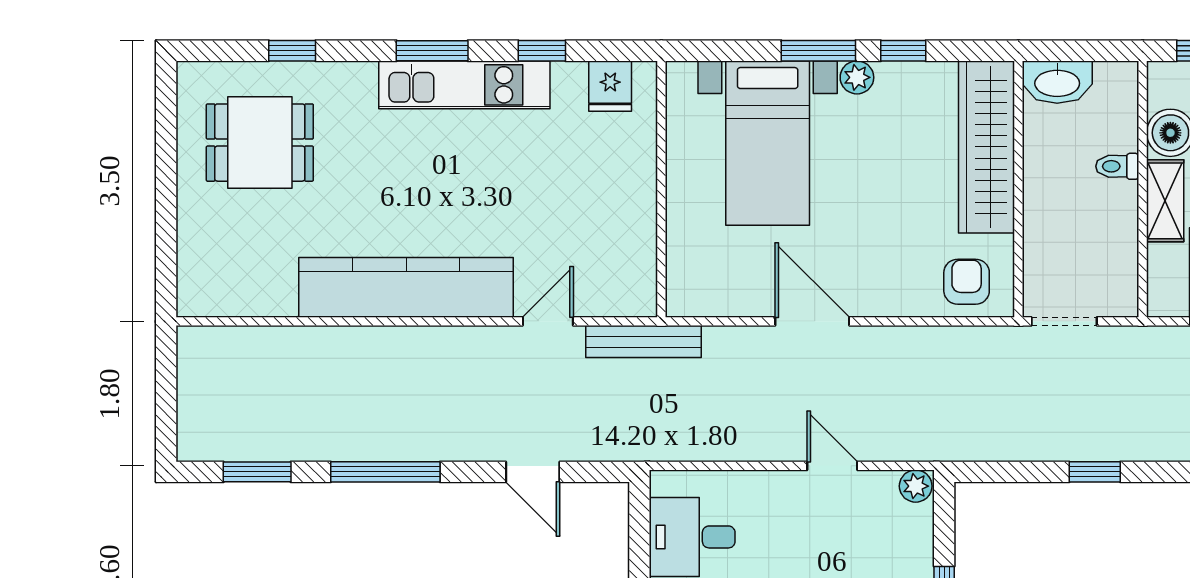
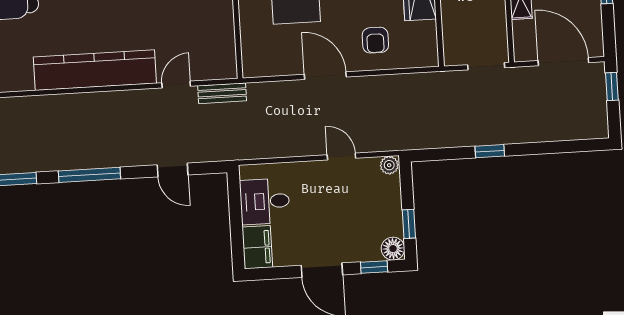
armchair: (967, 282) -> (375, 40), moved, turned 180
doorway: (1064, 321) -> (486, 66), moved
bench: (644, 342) -> (222, 93), width x0.73

